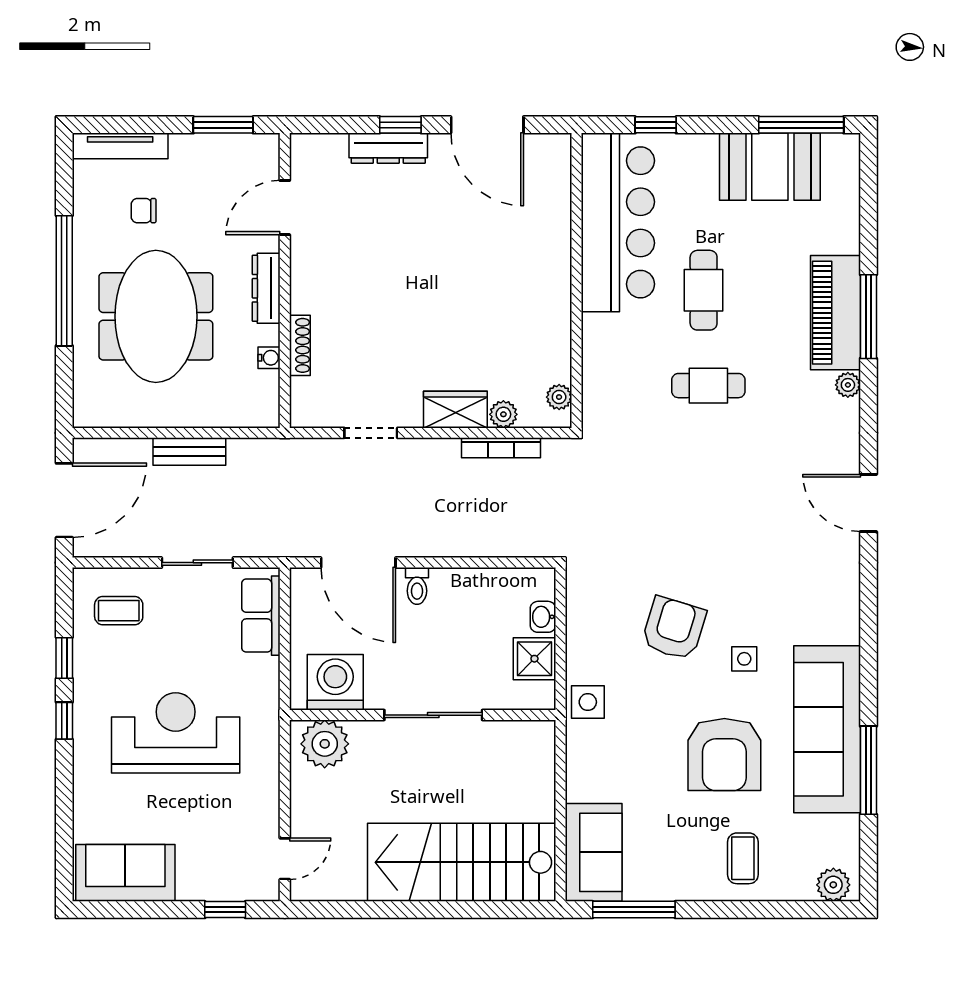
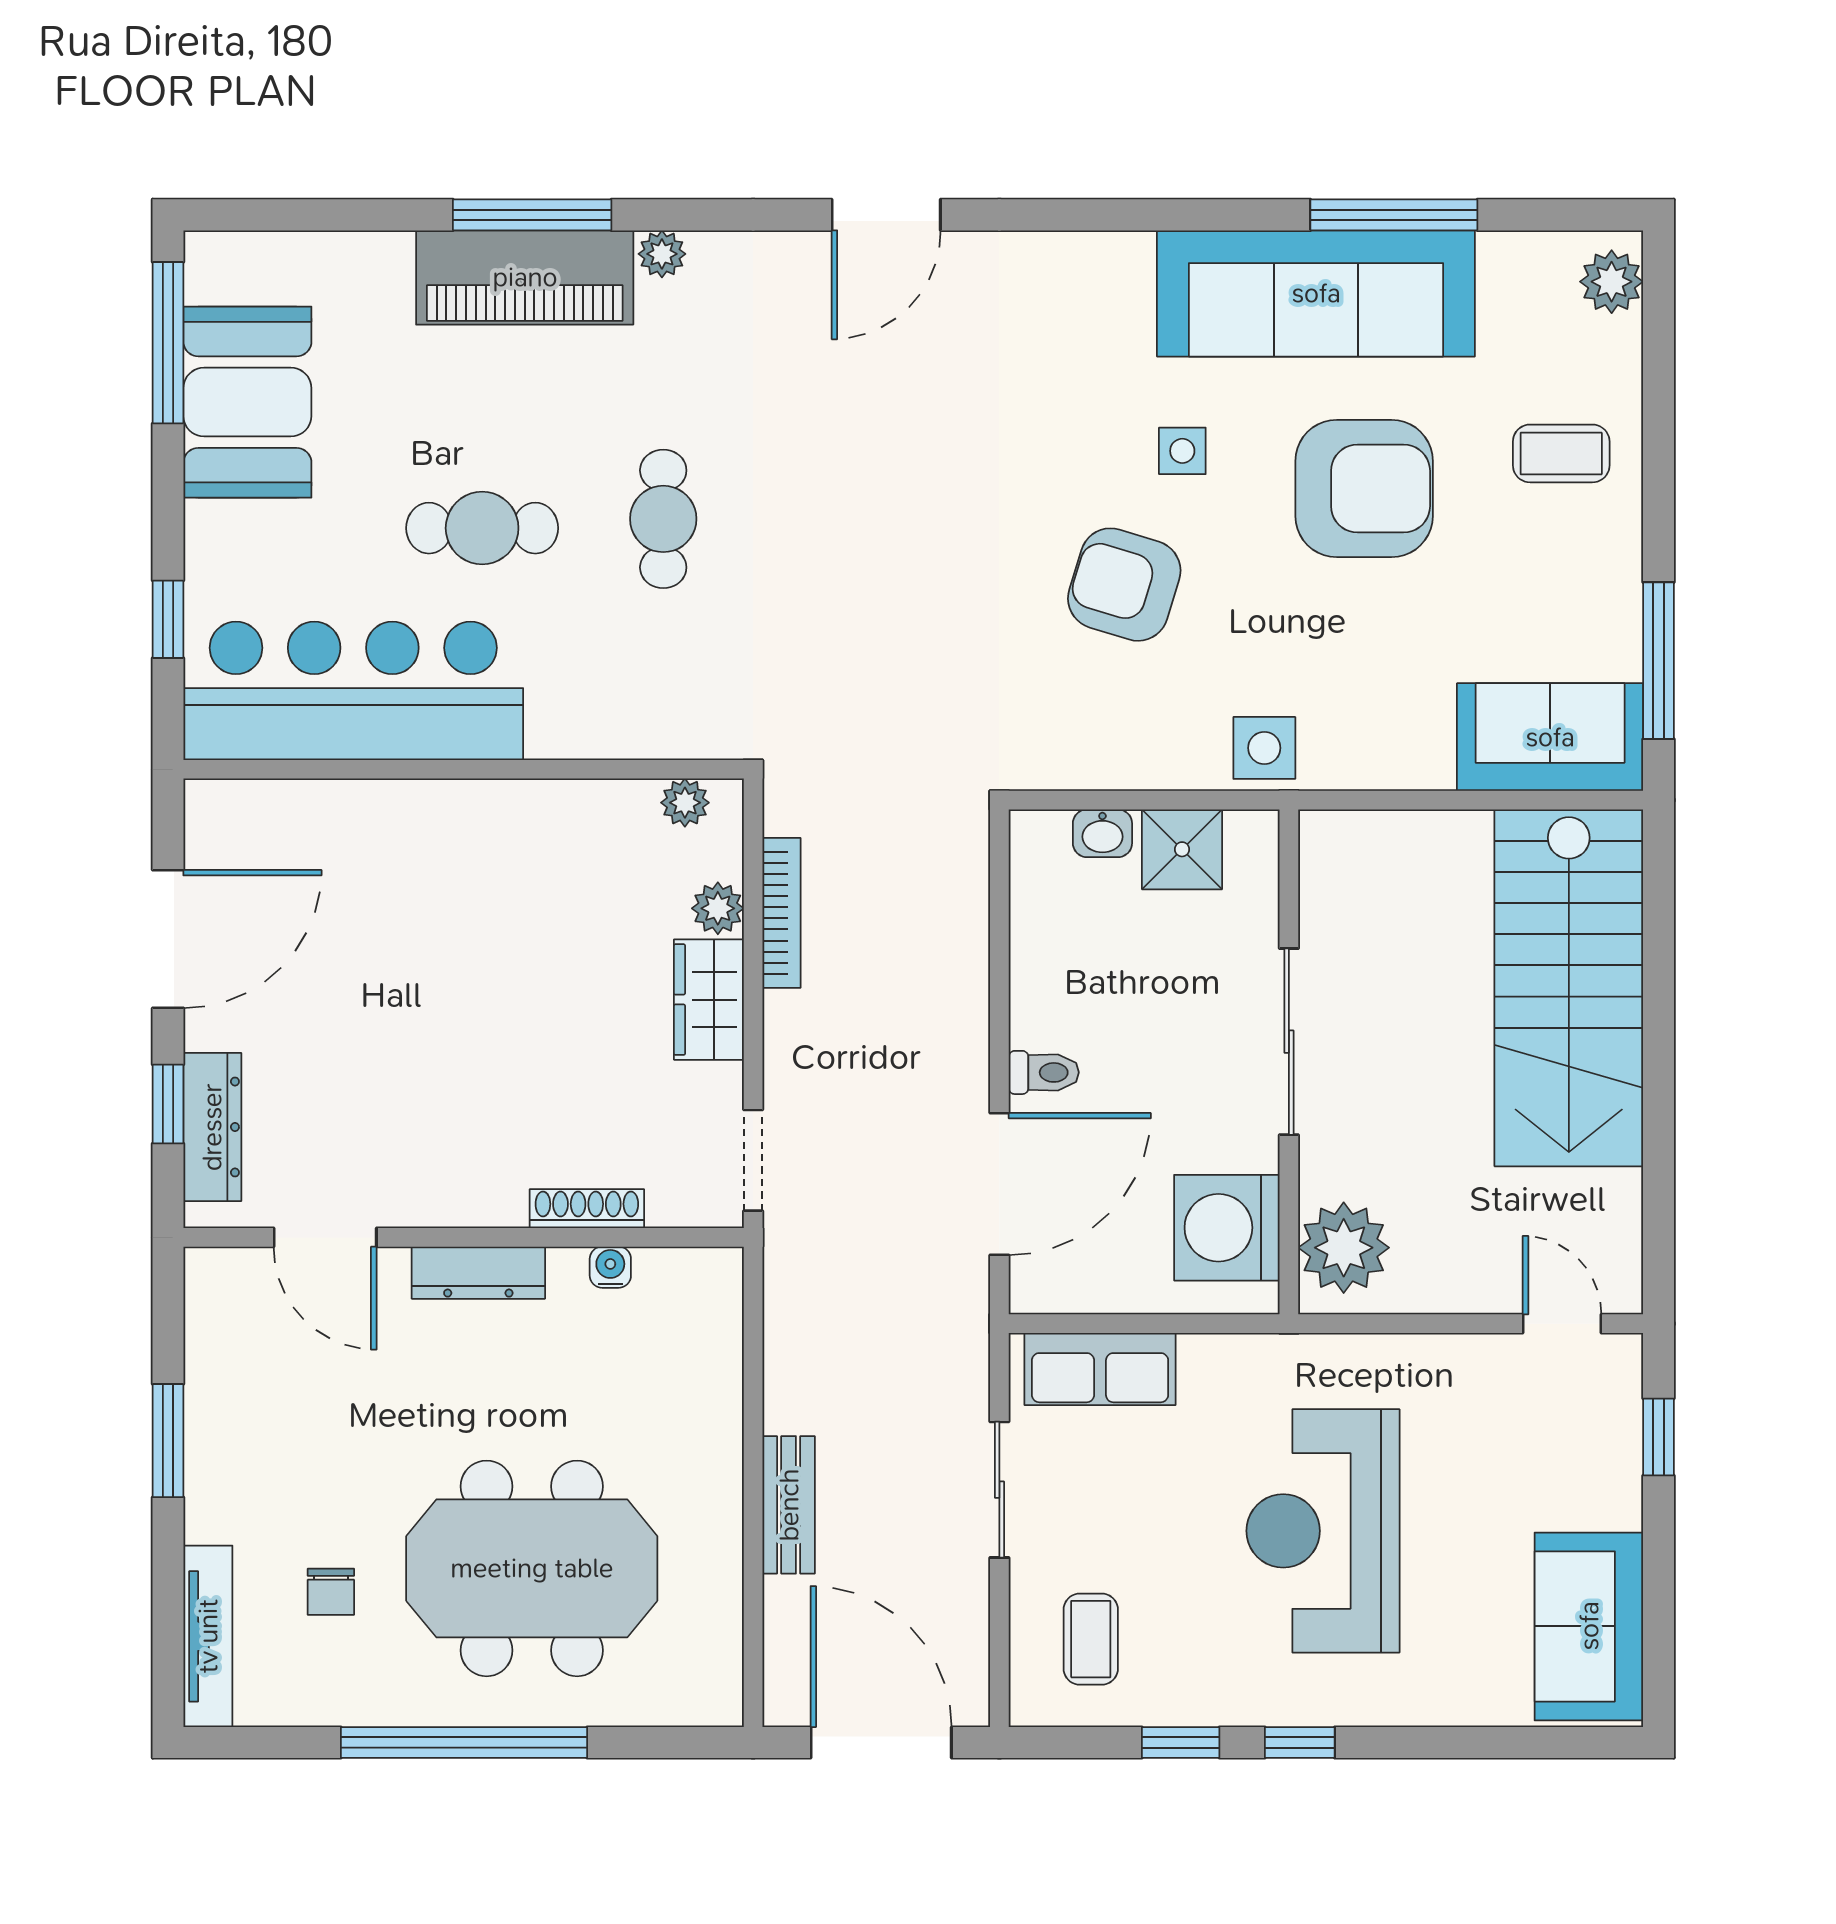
door: (285, 208) -> (325, 1237), moved
wall: (285, 280) -> (464, 1237), moved
dresser: (266, 288) -> (478, 1273), moved
shoe rack: (300, 345) -> (587, 1209), moved
water cooler: (269, 358) -> (610, 1267), moved

